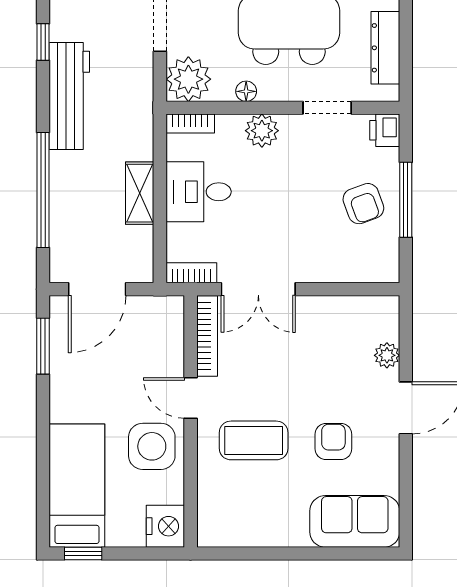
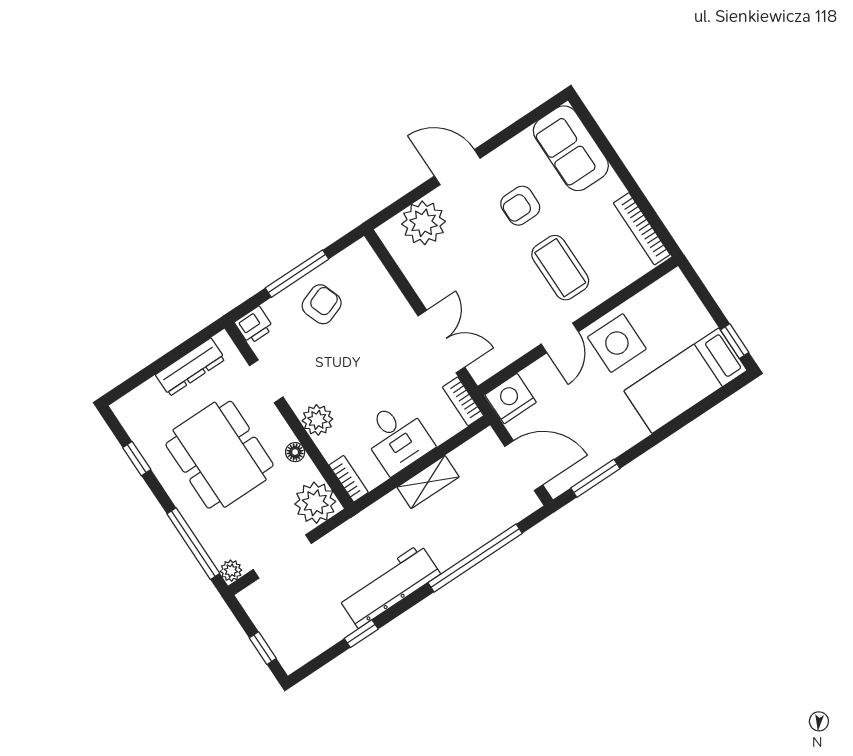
bookcase: (207, 336) -> (642, 229), moved, turned -90
plant: (387, 355) -> (424, 223), width x1.87, depth x1.87
nightstand: (165, 526) -> (511, 399), moved

